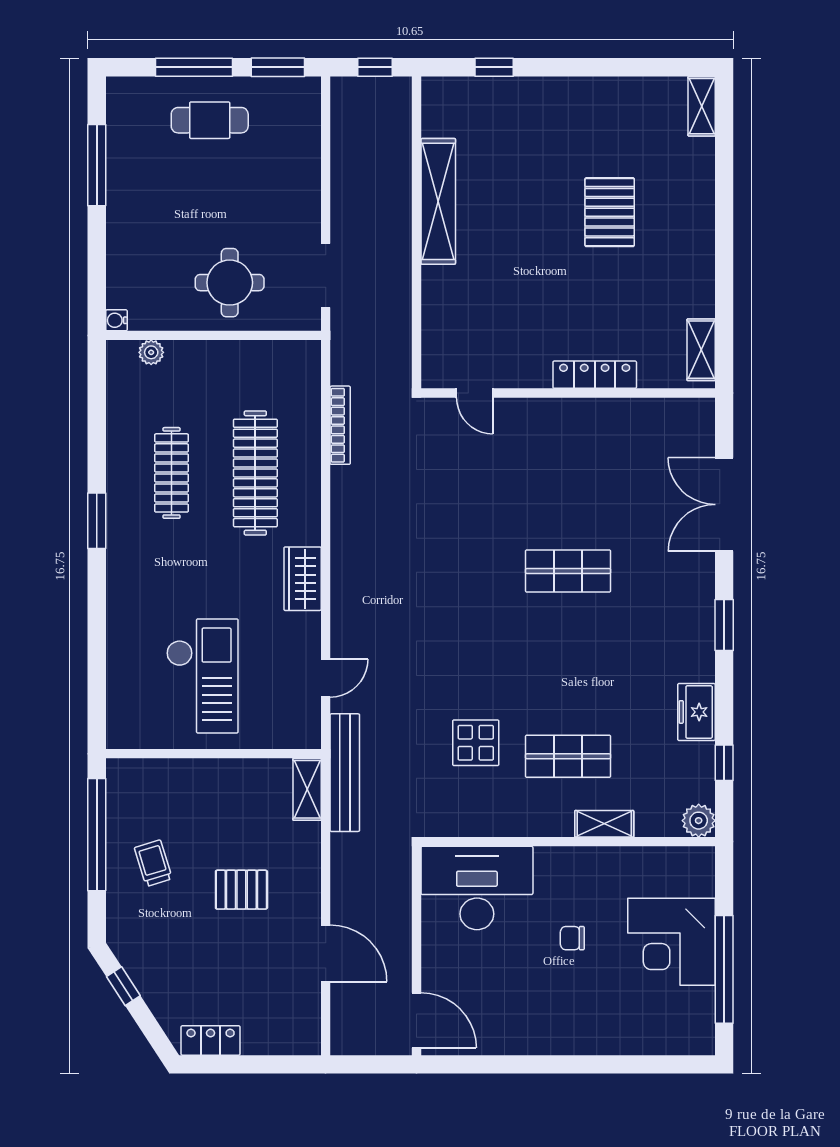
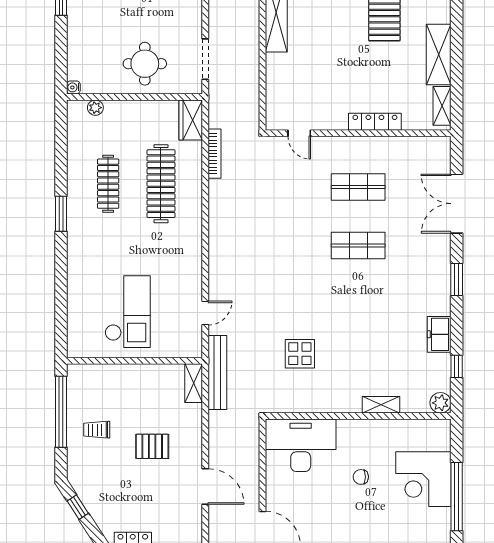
shelving: (696, 268) -> (439, 55), added
wardrobe: (303, 579) -> (191, 120), moved
shop shelf: (568, 756) -> (358, 187), moved
trolley: (153, 863) -> (97, 430), turned -73

